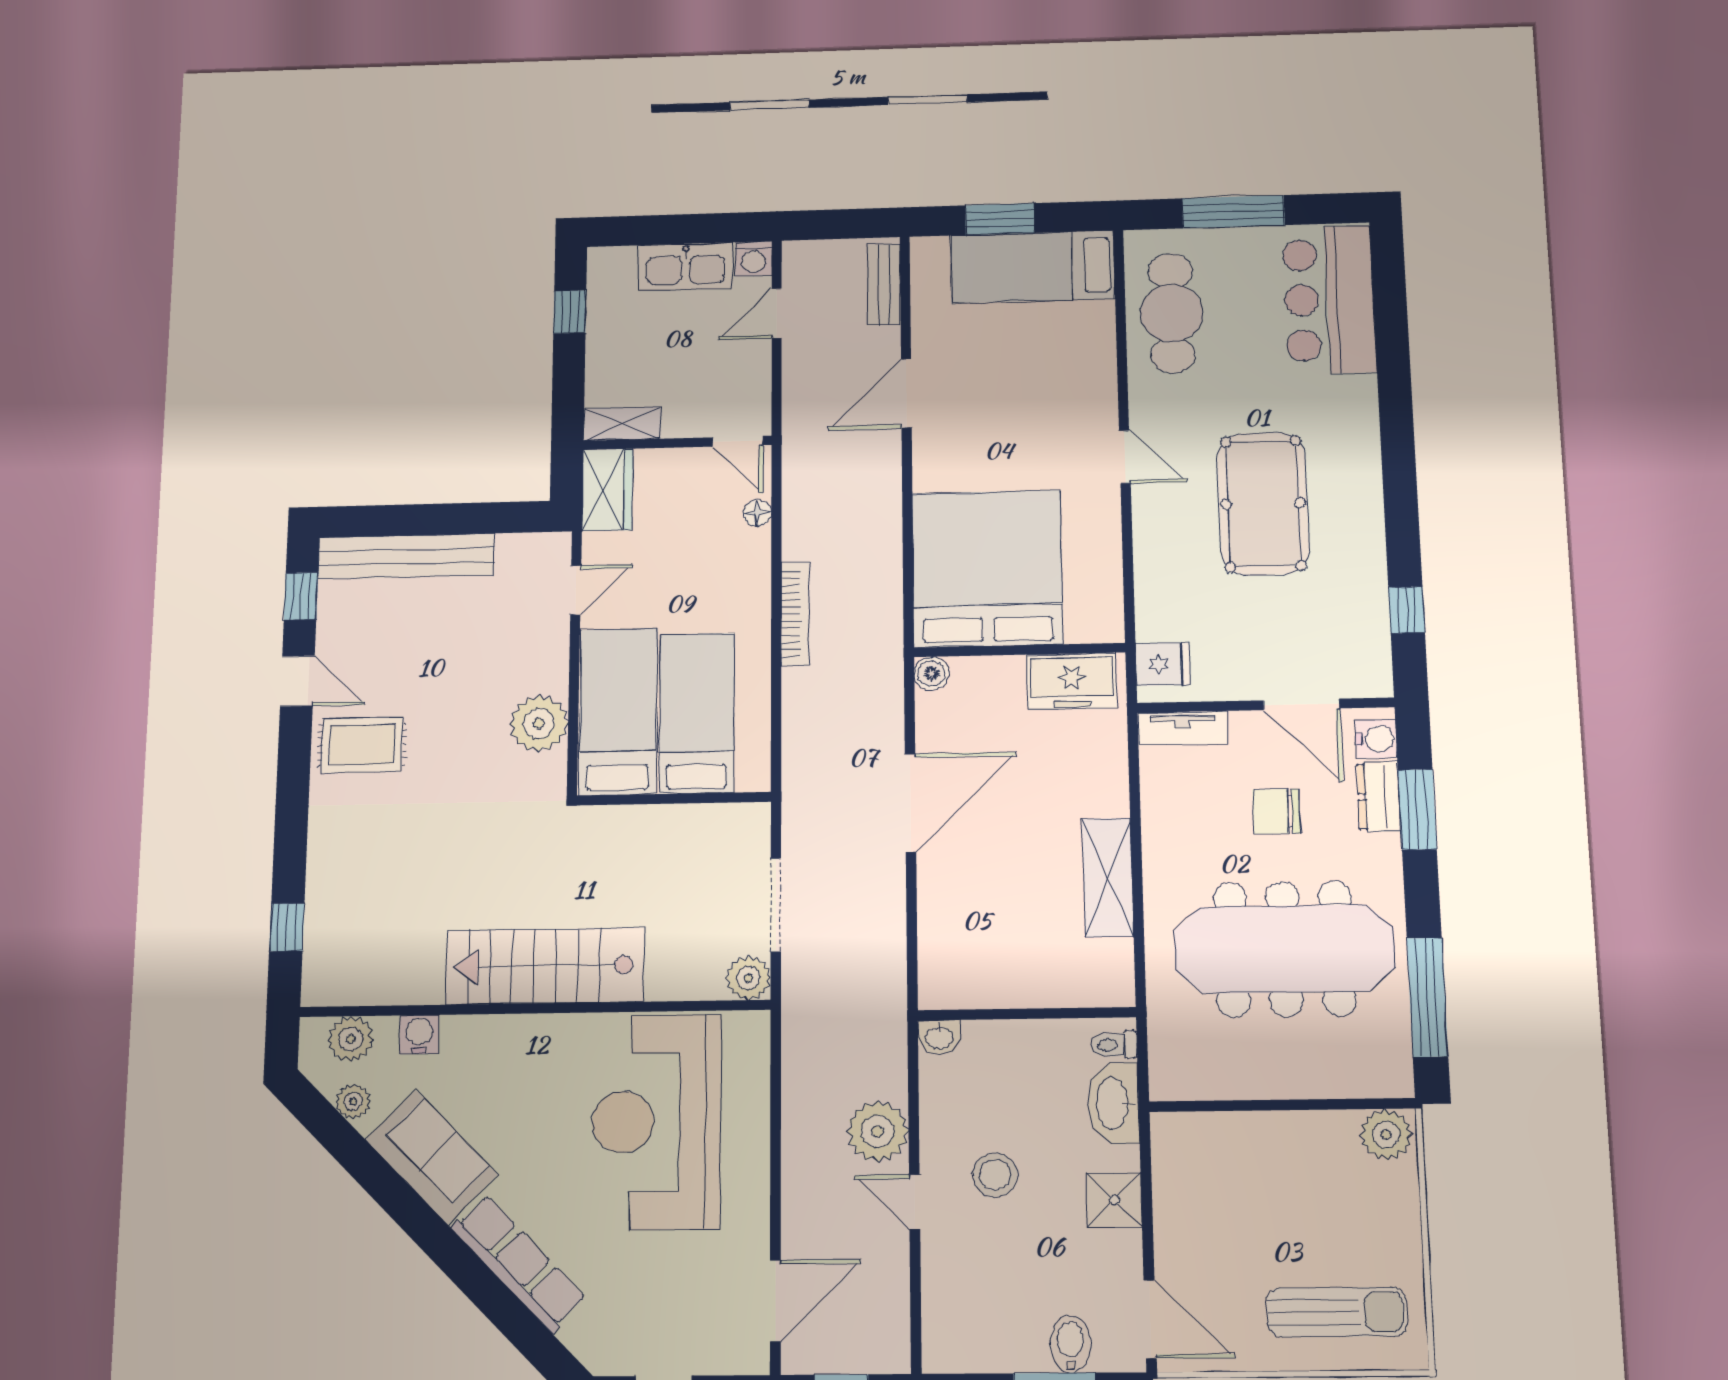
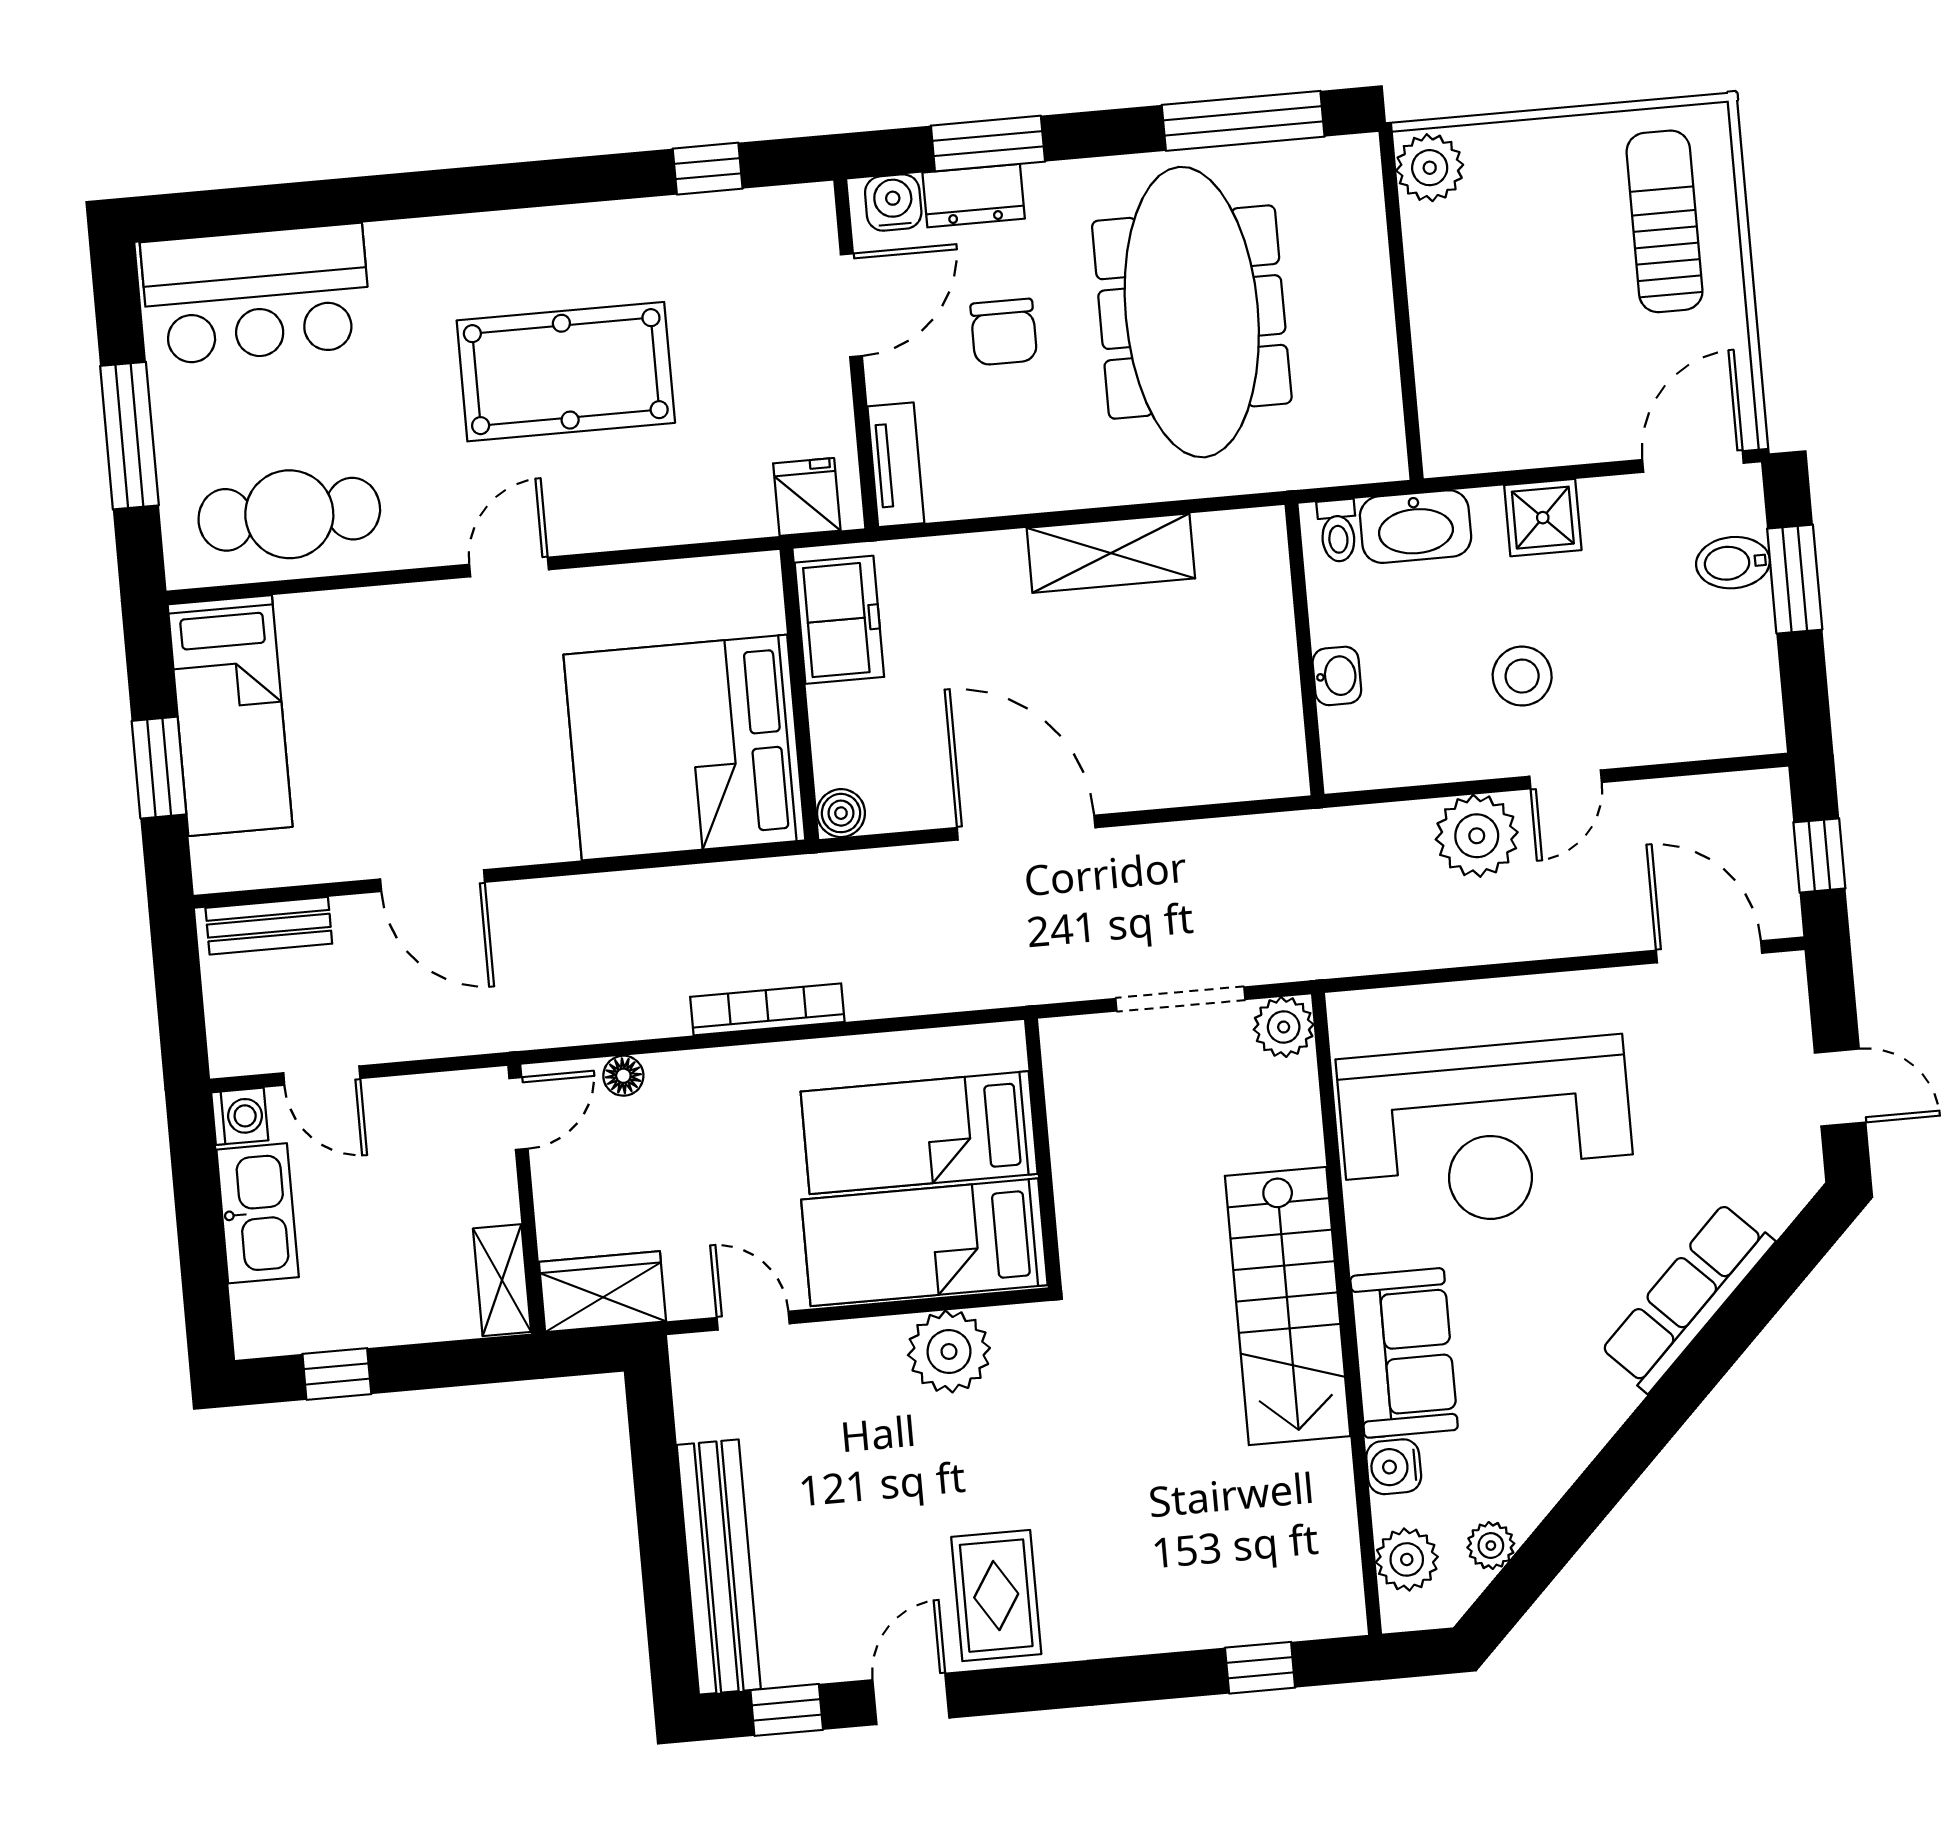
washbasin: (939, 1037) -> (1337, 676), moved
sofa: (431, 1157) -> (1404, 1353), moved, turned 135

